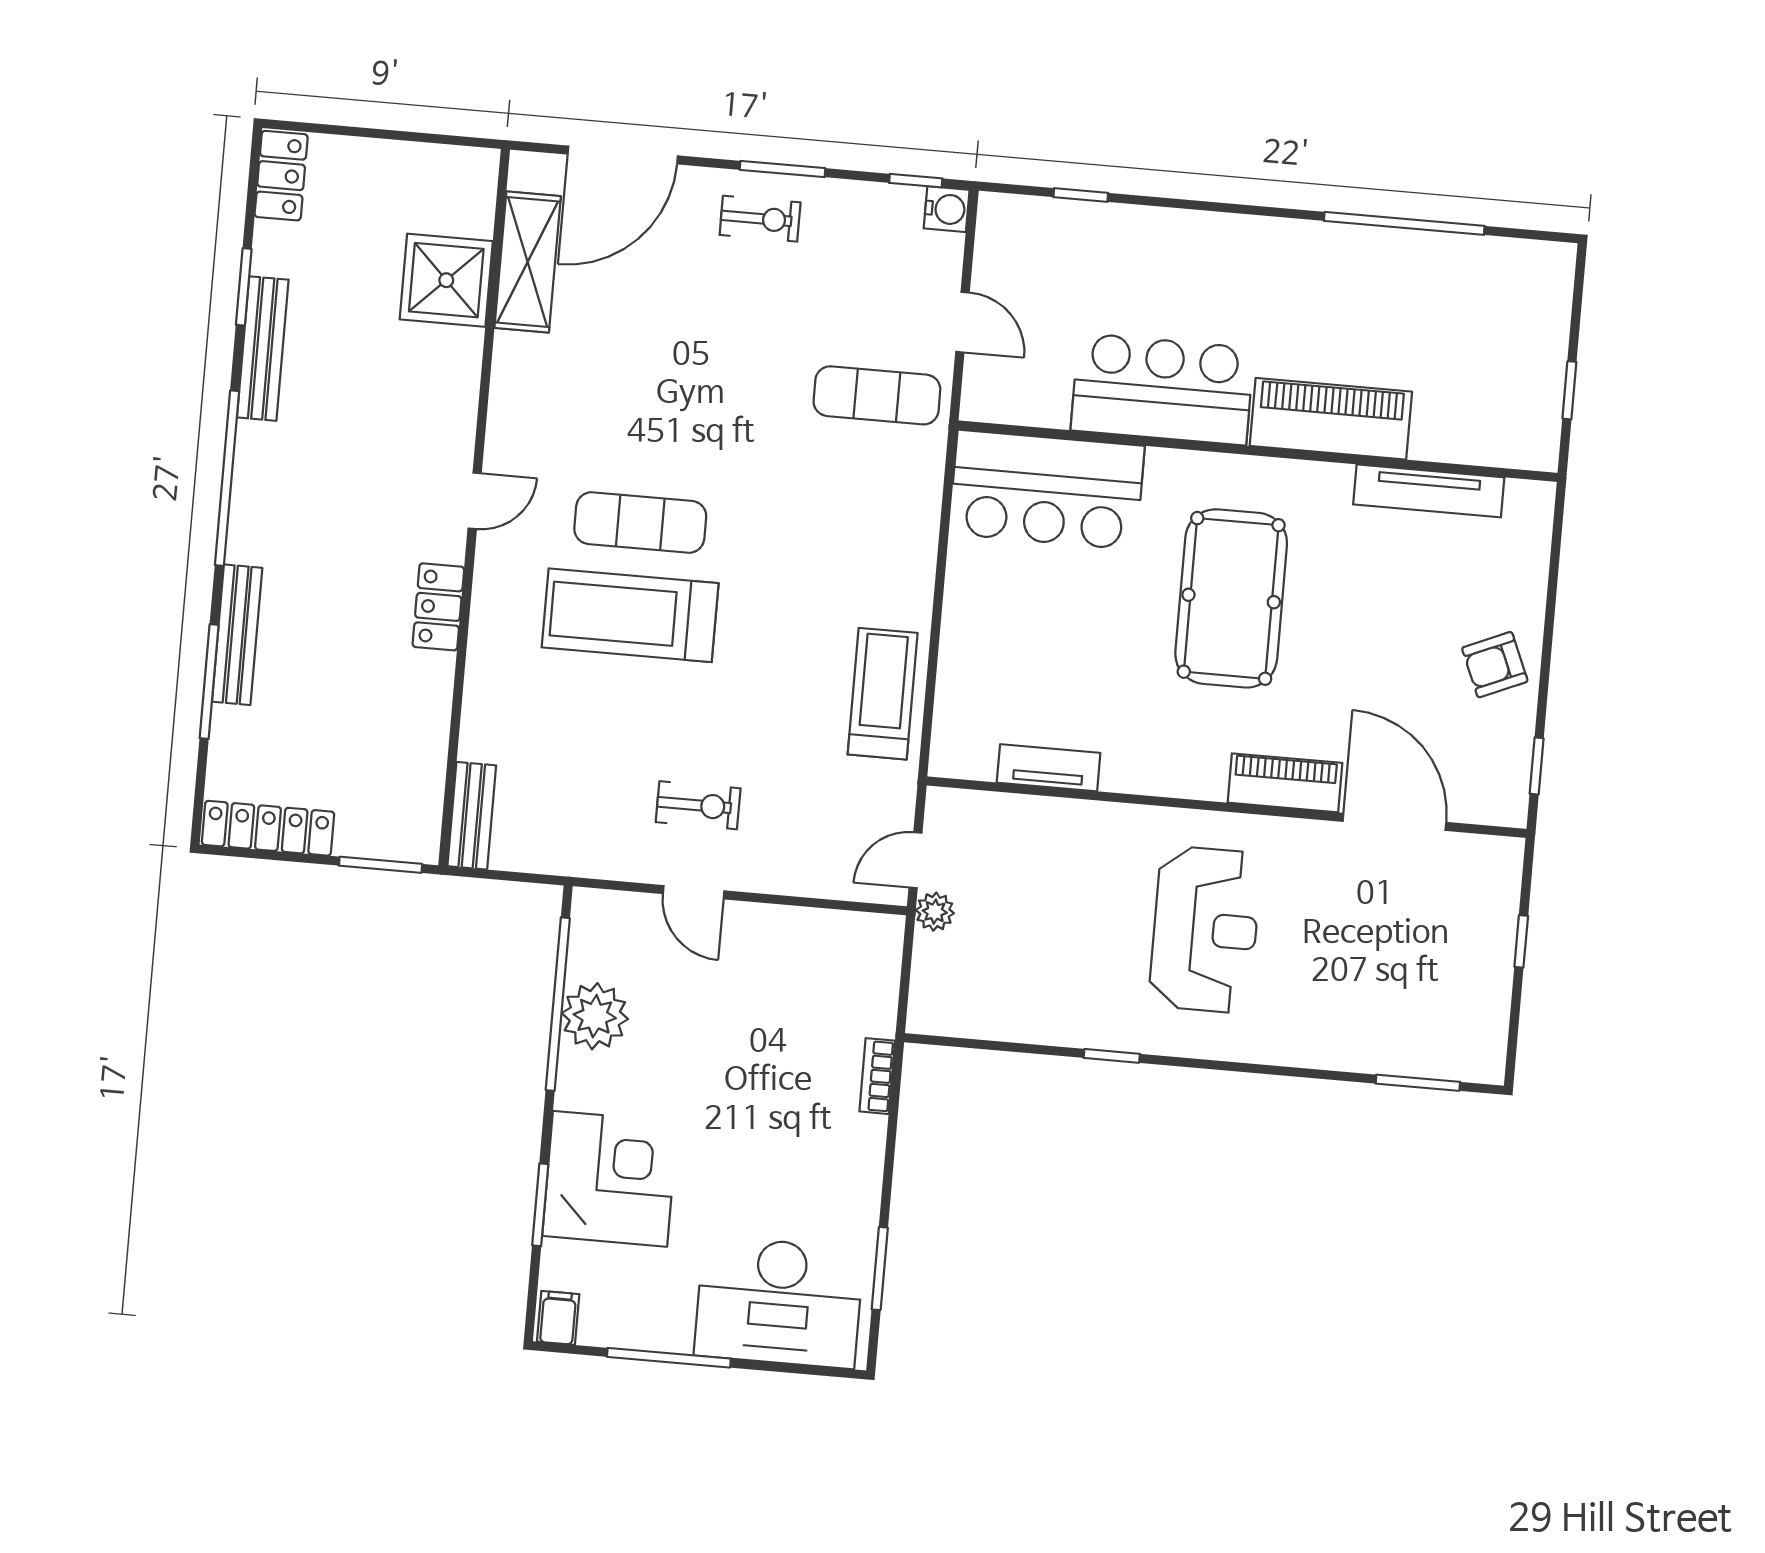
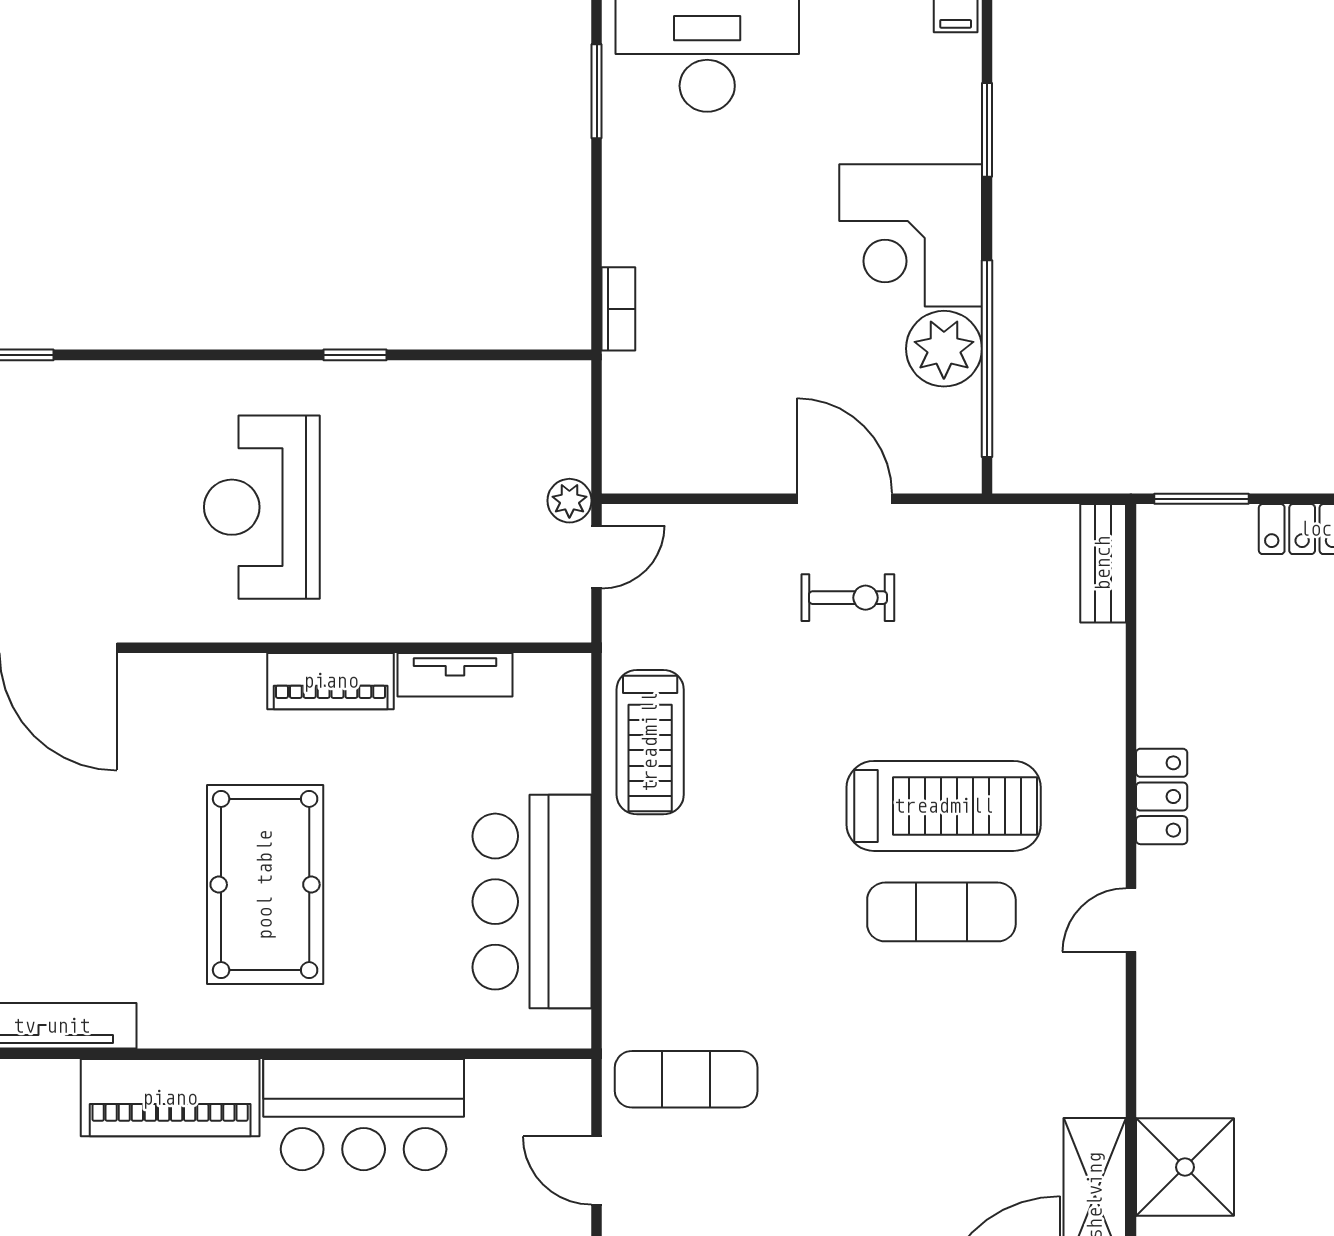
bar counter: (1047, 490) -> (532, 902), moved, turned -90
piano: (1285, 783) -> (331, 681), moved
exercise bike: (698, 805) -> (848, 598), turned 180
door: (694, 892) -> (844, 499), width x1.38
corner desk: (610, 1179) -> (911, 235), moved

